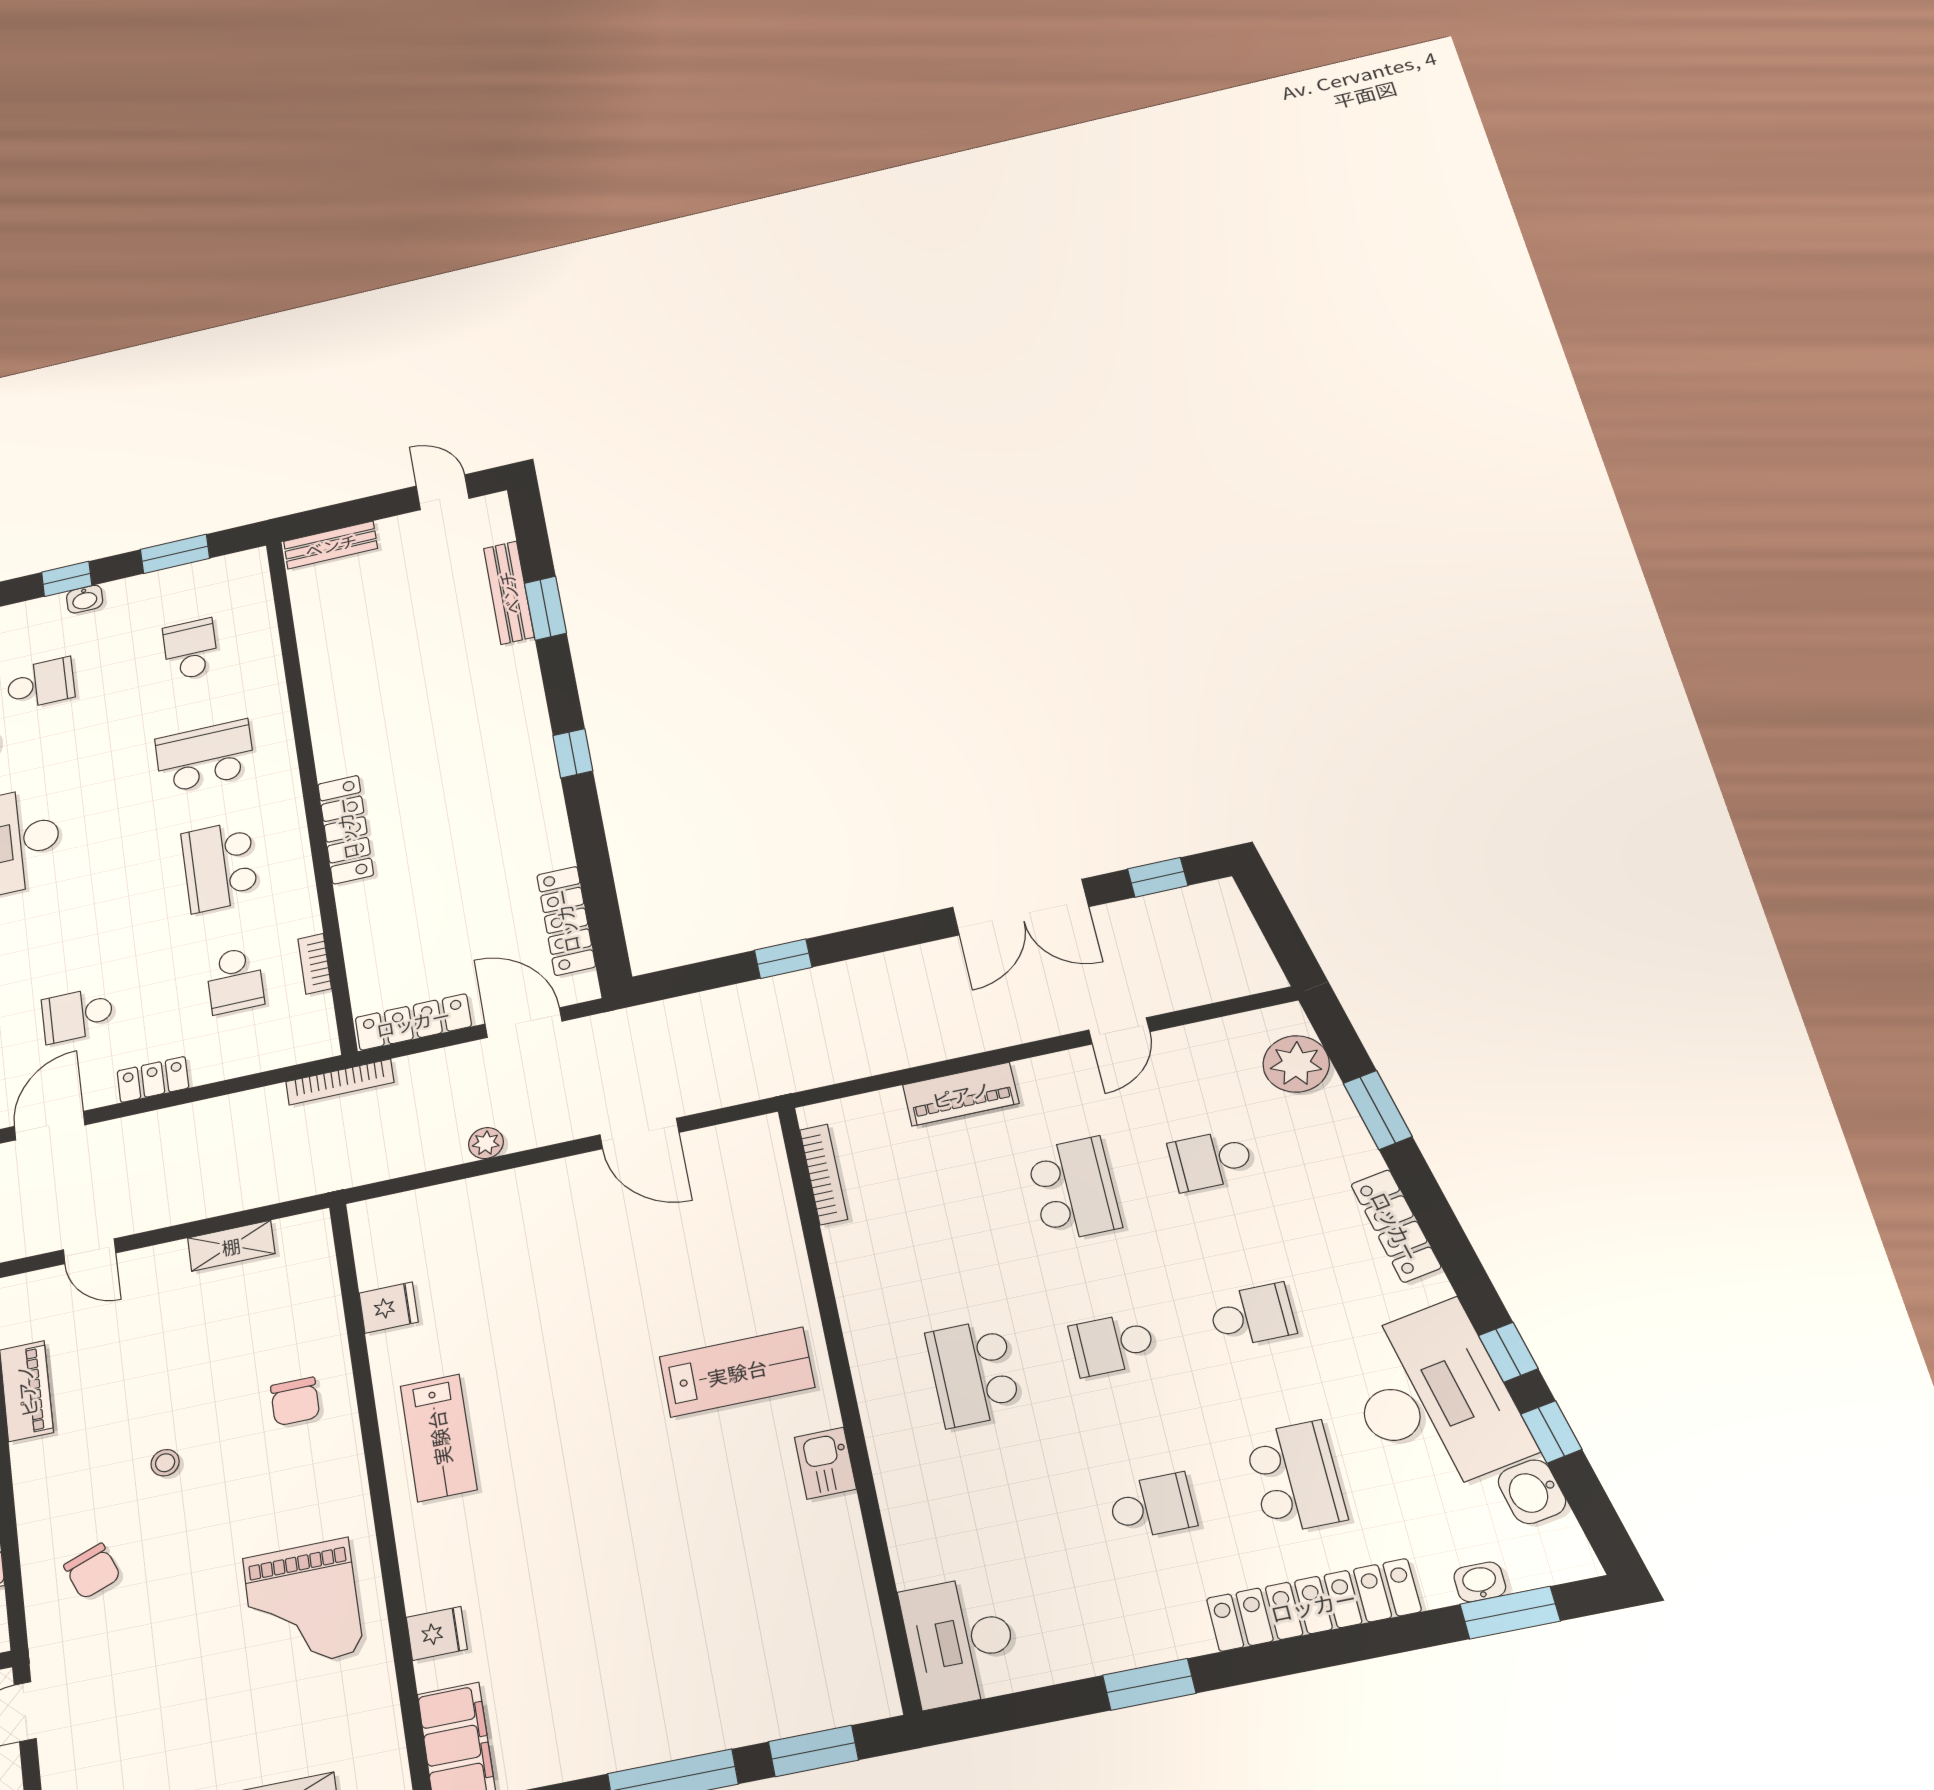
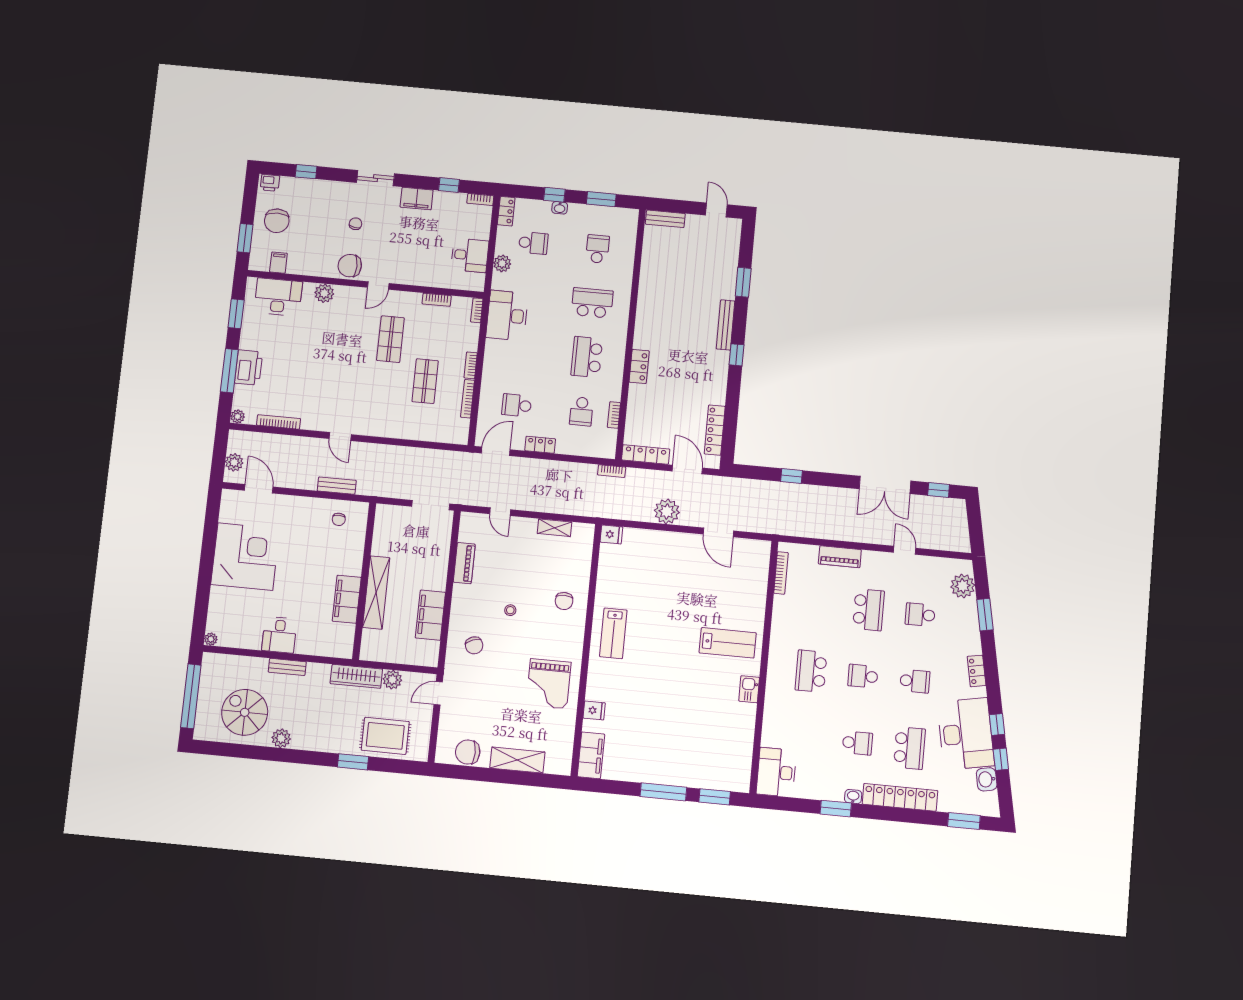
bench: (509, 593) -> (726, 325), moved
locker: (346, 829) -> (639, 366), width x0.66
door: (1119, 1031) -> (905, 550), swing flipped
bookcase: (340, 1082) -> (612, 471), width x0.64
plant: (486, 1143) -> (667, 511), width x1.87, depth x1.87
locker: (1396, 1226) -> (977, 671), width x0.66
fridge: (389, 1307) -> (611, 534), moved
washbasin: (1480, 1582) -> (853, 797), moved

